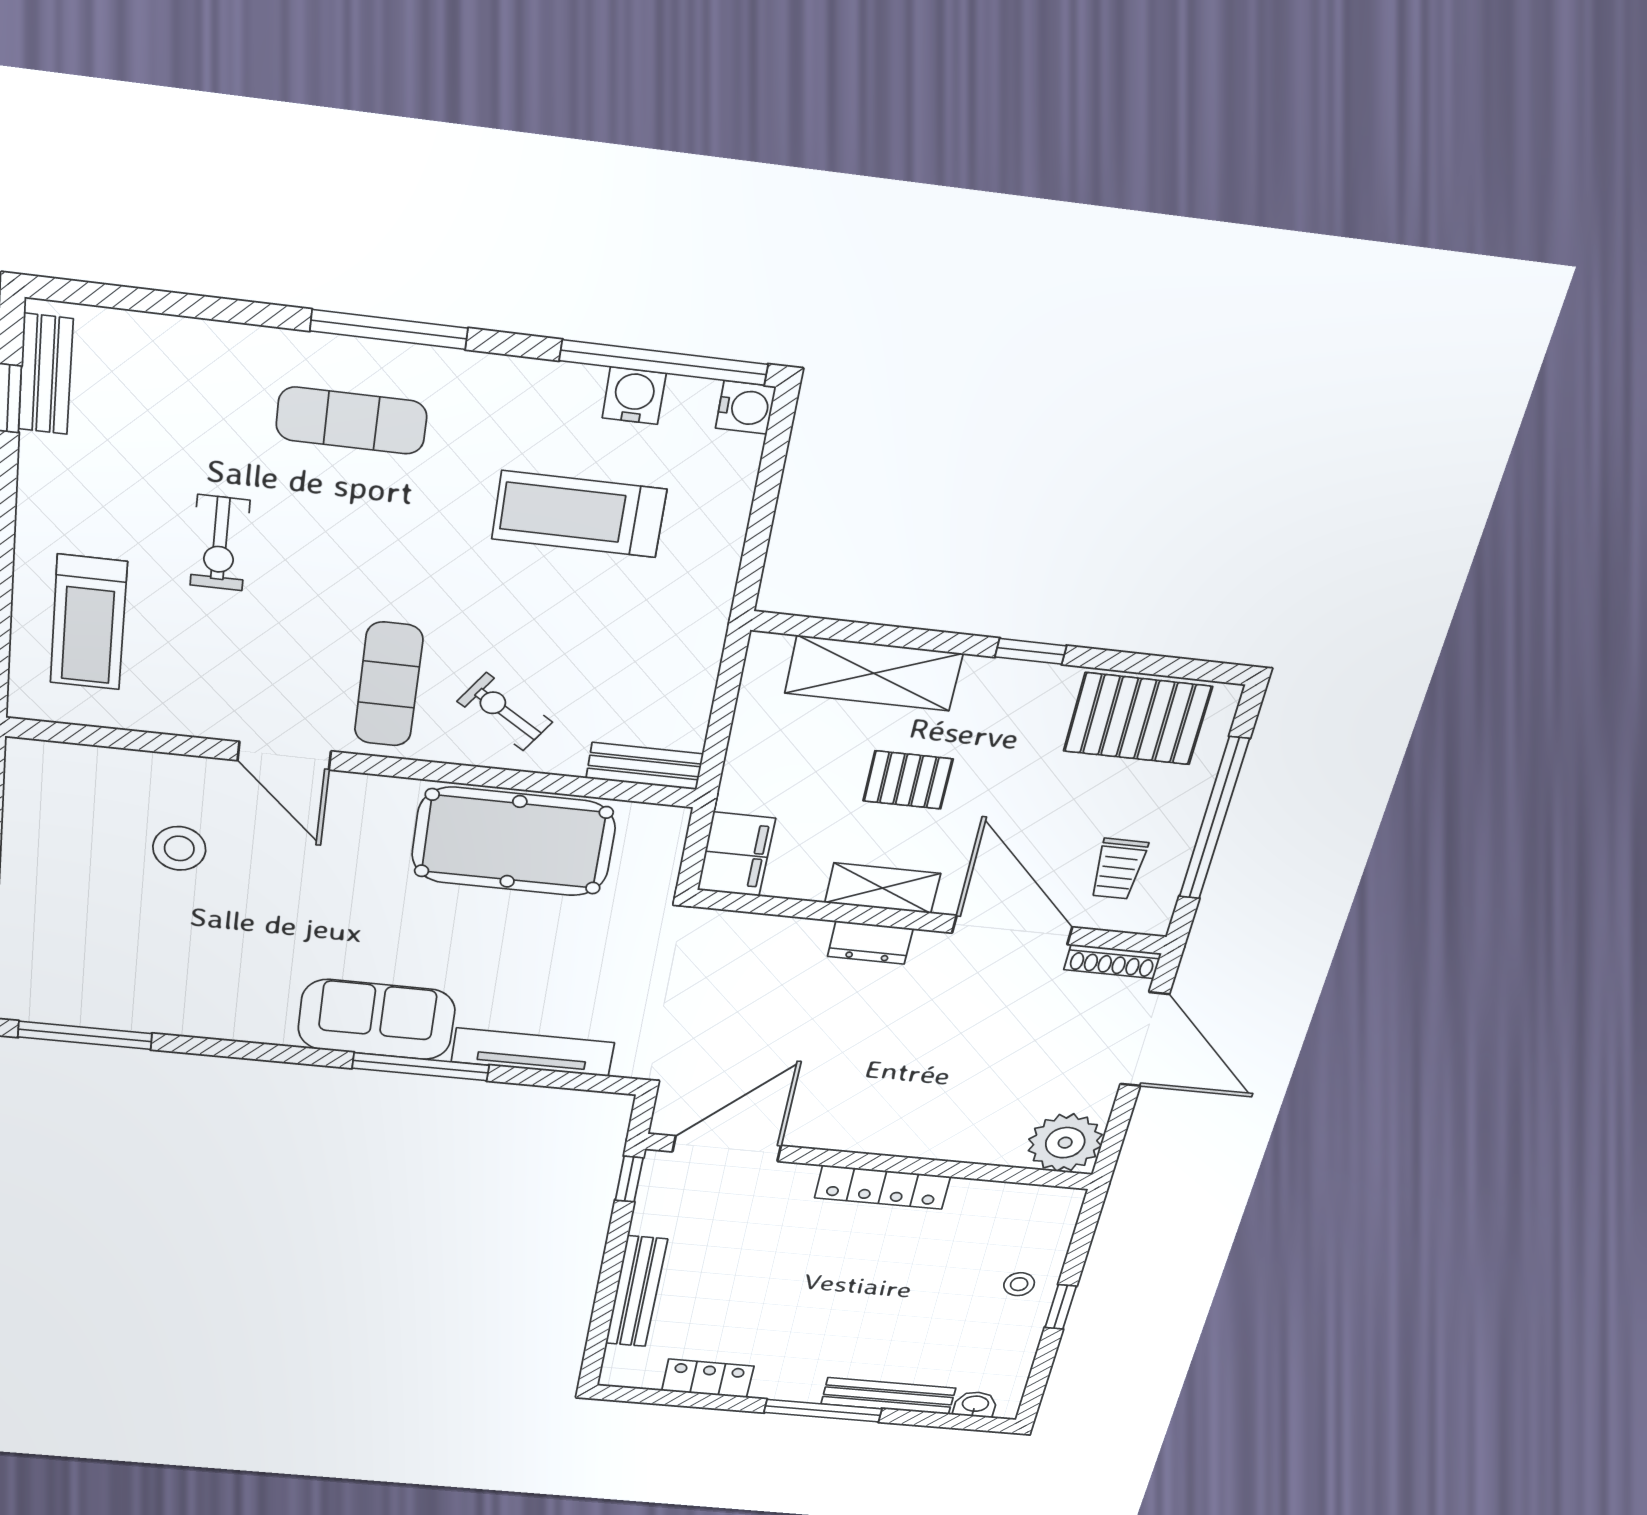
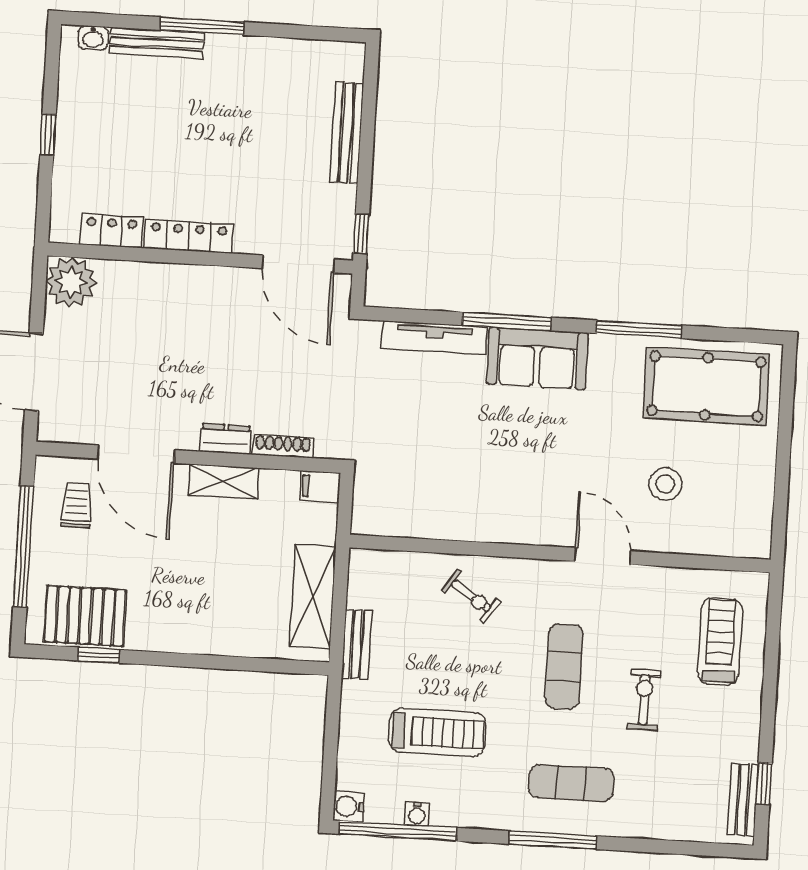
water cooler: (634, 396) -> (417, 814), width x0.72, depth x0.72
window: (1031, 651) -> (99, 655), moved
shelving: (874, 673) -> (313, 596), moved, turned 90
exercise mat: (389, 684) -> (564, 667), moved
bench: (645, 766) -> (356, 645), moved, turned 90
pallet: (908, 780) -> (219, 563), removed
pool table: (513, 842) -> (707, 386), moved
filing cabinet: (736, 854) -> (320, 486), width x0.50
shoe rack: (1113, 962) -> (283, 446), moved
window: (85, 1035) -> (639, 329), moved
door: (727, 1149) -> (298, 264), hinge flipped
stool: (1019, 1284) -> (81, 154), removed
locker: (708, 1378) -> (111, 231), moved, turned 180

